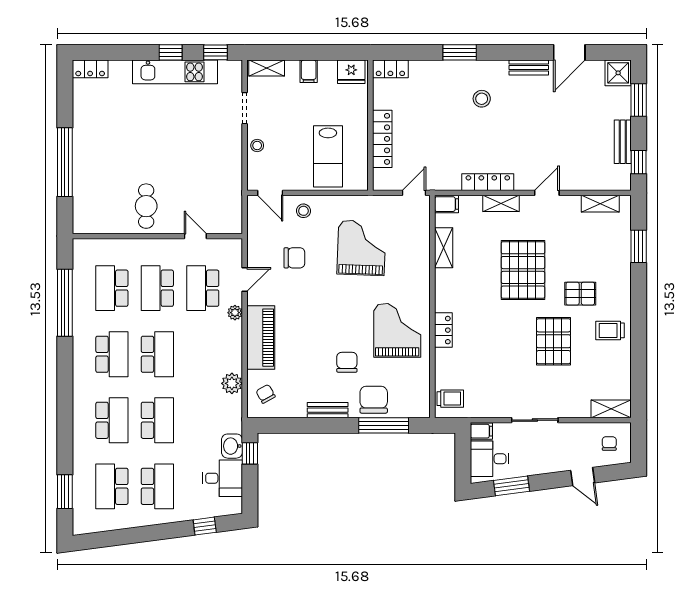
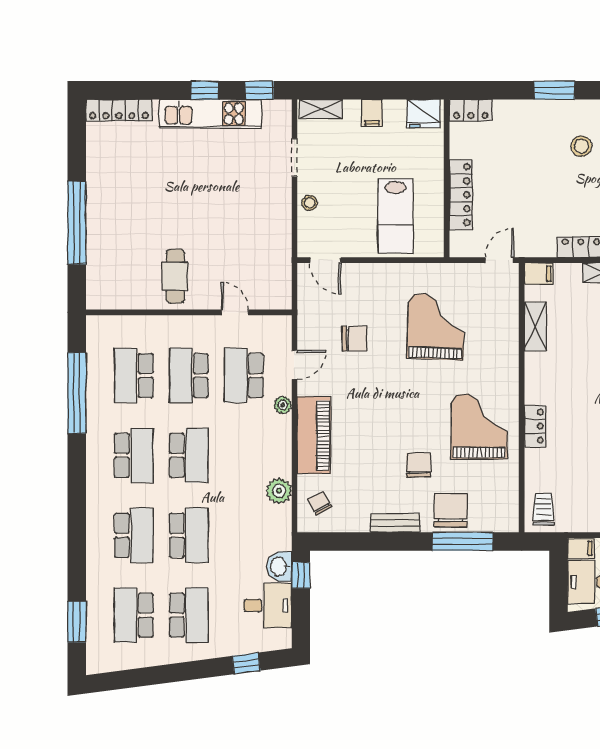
locker: (90, 69) -> (119, 110), width x1.53
stool: (303, 211) -> (366, 282), removed
trolley: (450, 399) -> (543, 509), turned -90

